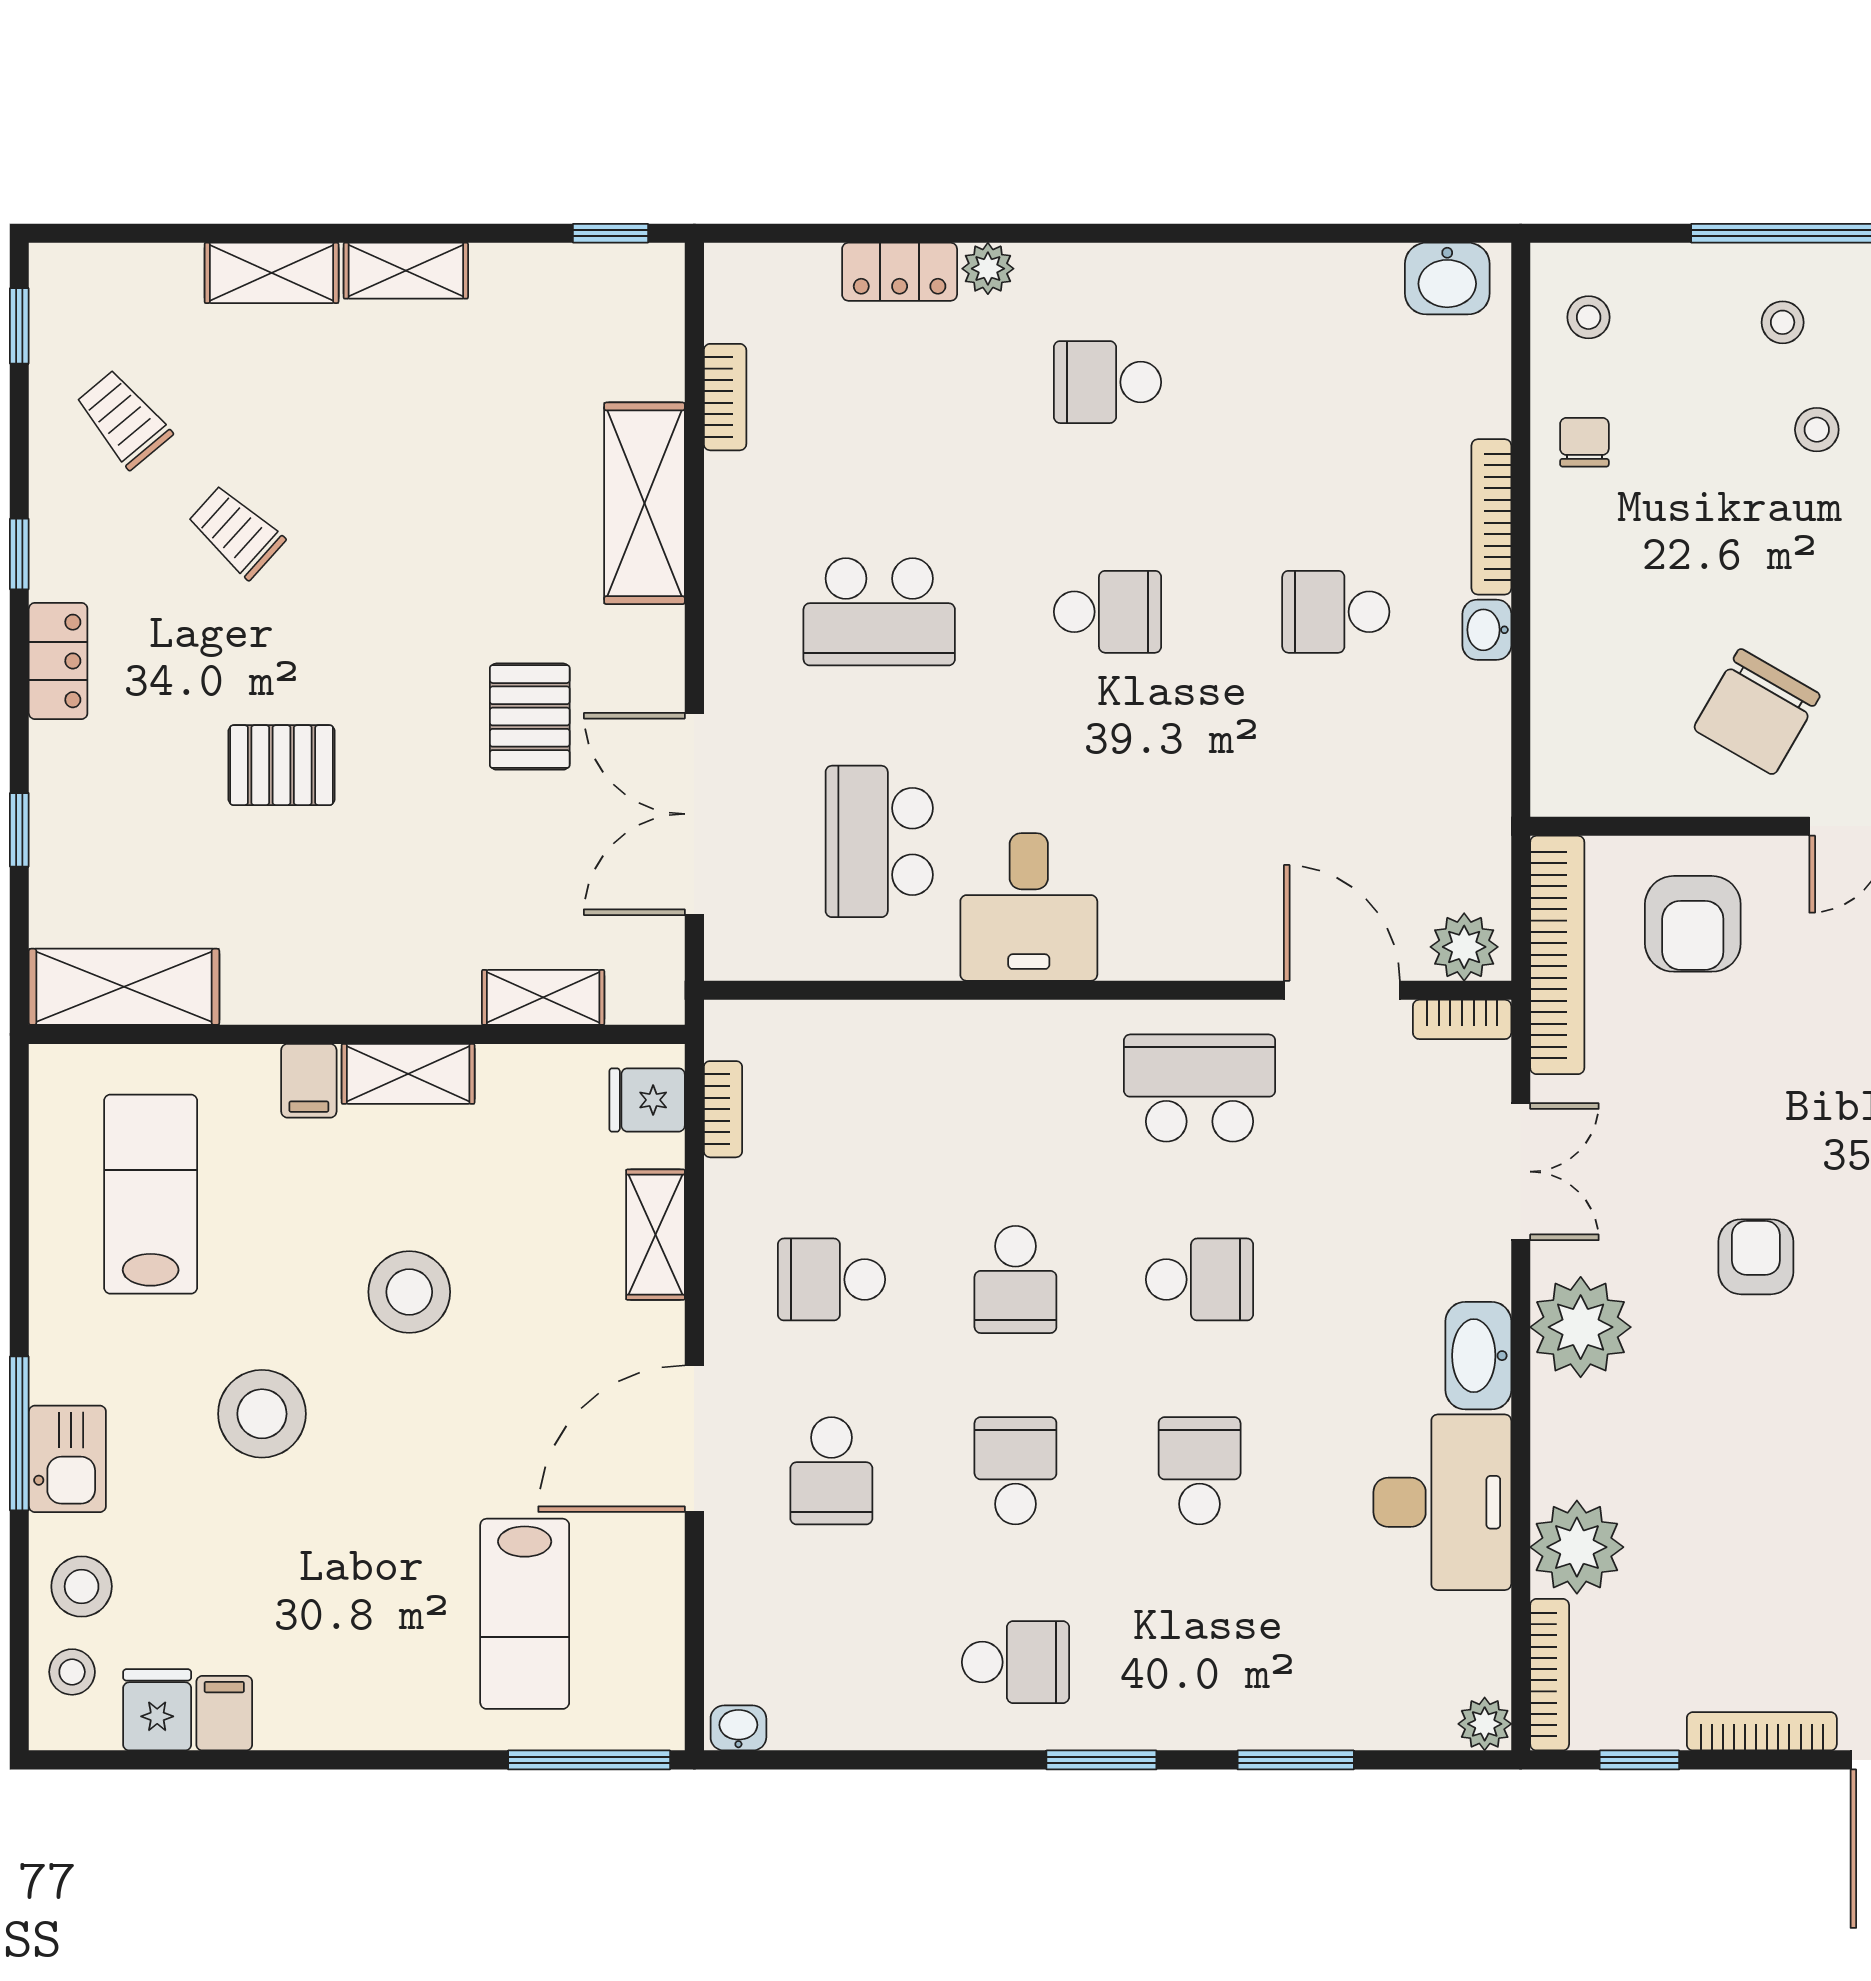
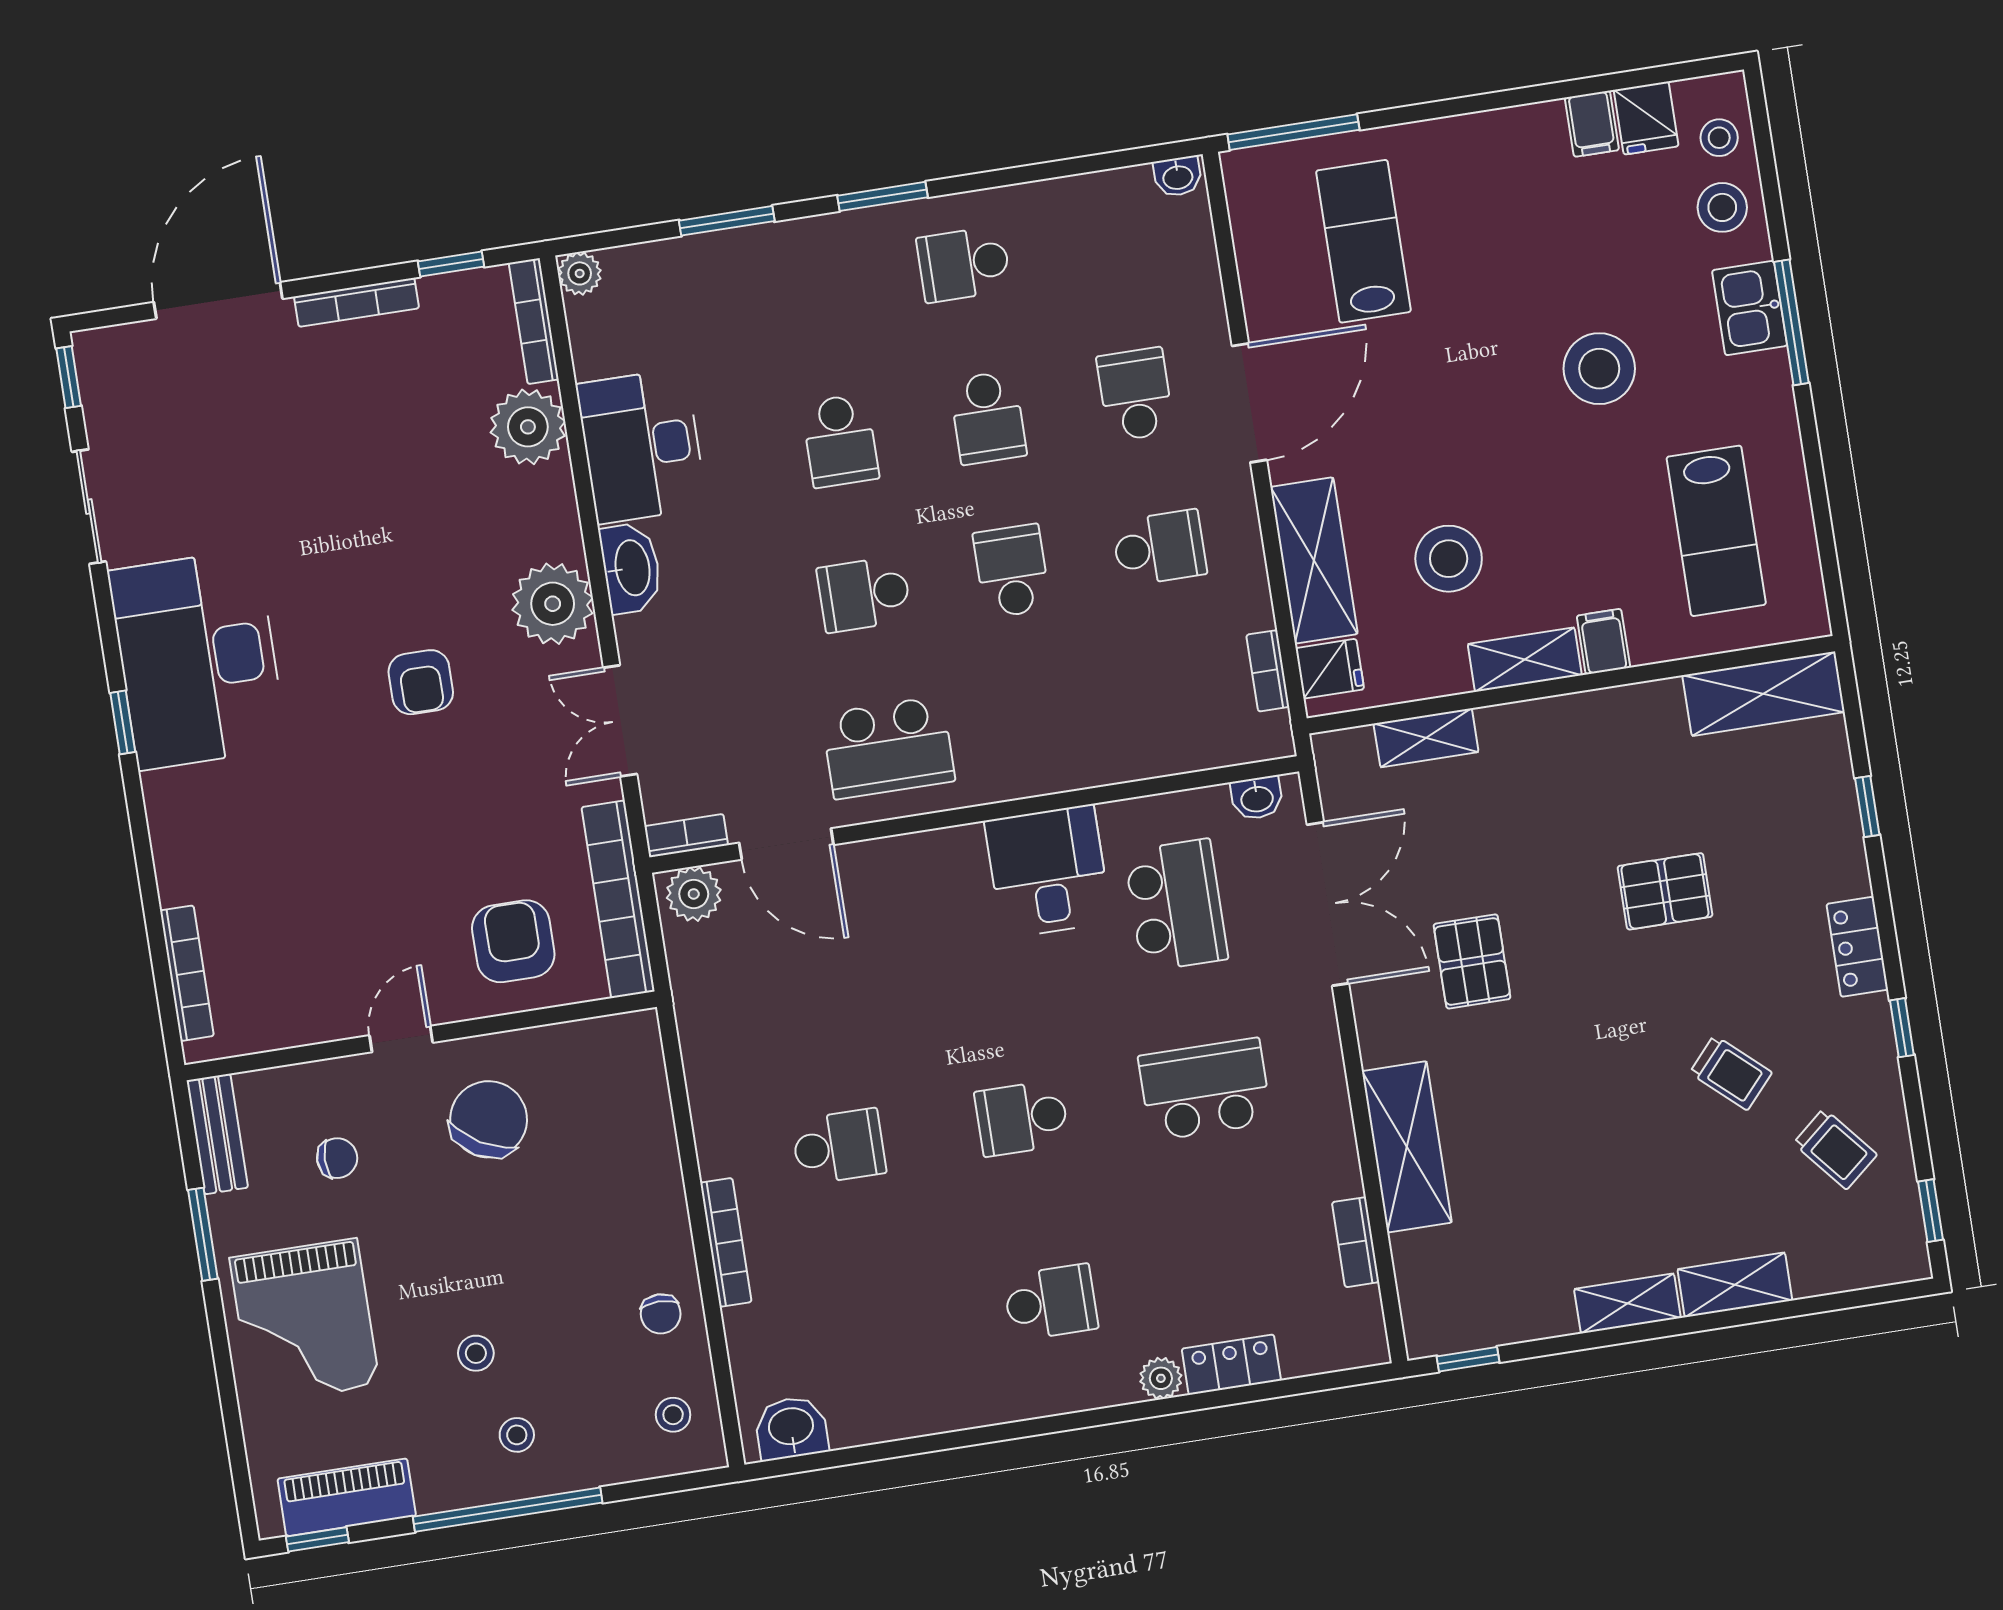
washbasin: (1487, 630) -> (1257, 798), moved, turned 90
shelving: (655, 1235) -> (1314, 560), width x1.50, depth x1.33
stool: (409, 1292) -> (1449, 559), moved

